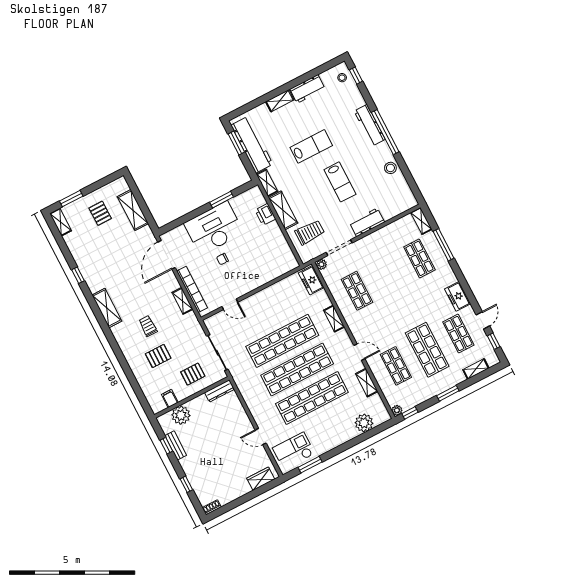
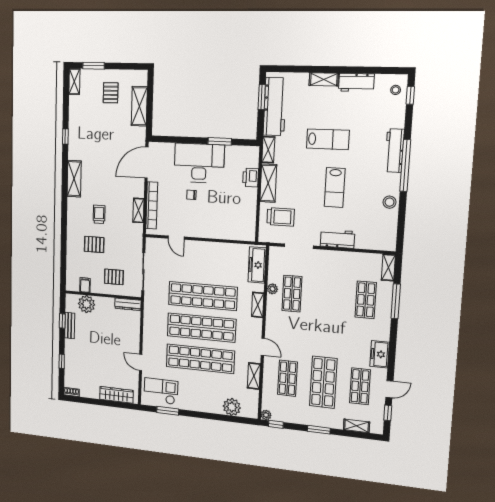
plant: (321, 264) -> (272, 289), moved
freezer: (311, 280) -> (257, 265), width x1.40
wardrobe: (261, 479) -> (116, 395), width x1.50

